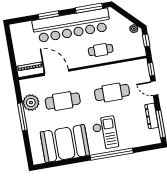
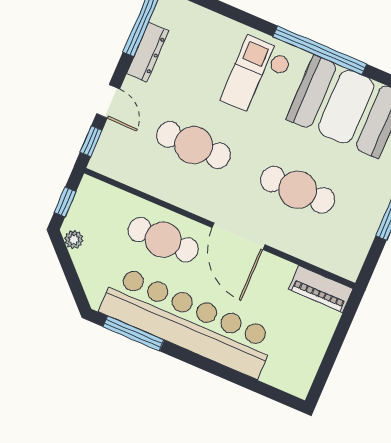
window: (49, 15) -> (219, 370), removed
cafe table: (101, 50) -> (163, 240), width x1.37, depth x1.35
door: (56, 72) -> (238, 236), moved
plant: (31, 103) -> (360, 226), removed
window: (112, 154) -> (320, 50), moved

